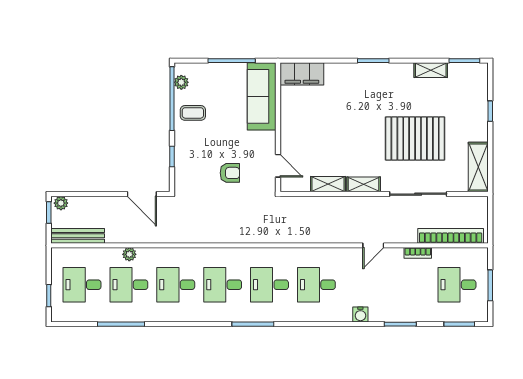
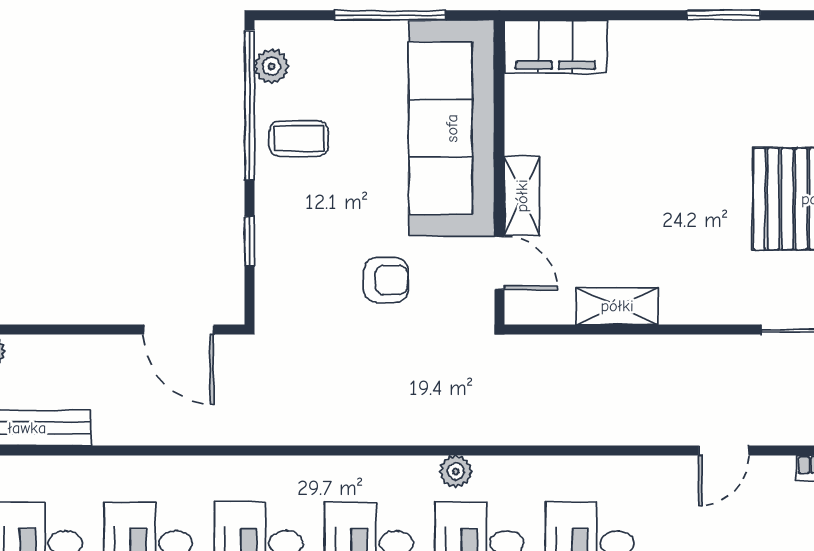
sofa: (262, 96) -> (452, 128), width x1.36, depth x1.27
shelving: (364, 184) -> (522, 196), moved, turned 90
plant: (129, 254) -> (456, 471), moved

